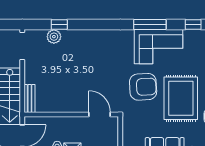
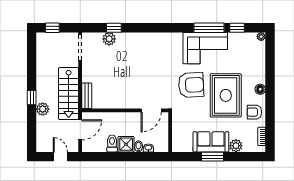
window: (150, 25) -> (209, 28), moved
door: (100, 114) -> (151, 110), swing flipped

